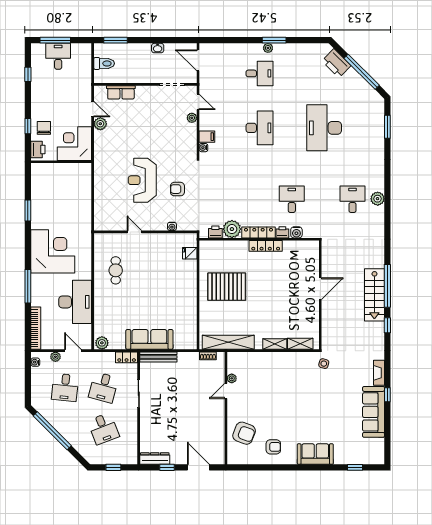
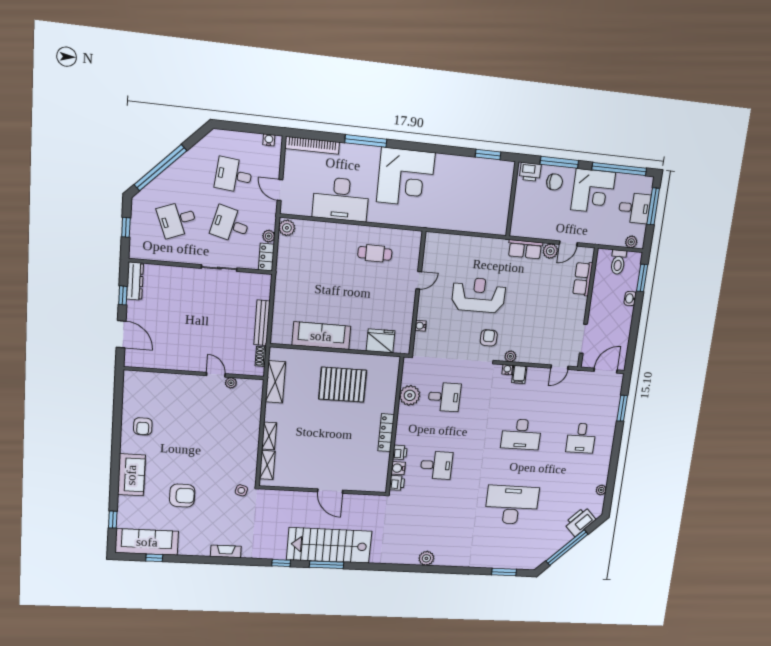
window: (274, 40) -> (622, 408), moved
washbasin: (158, 48) -> (630, 298), moved
plant: (268, 48) -> (601, 490), moved
plant: (86, 55) -> (631, 242), added
window: (28, 74) -> (619, 169), width x3.17
plant: (192, 118) -> (510, 356), moved
window: (28, 126) -> (559, 162), width x2.17
corner desk: (74, 144) -> (593, 191), moved, turned 90
row of seats: (101, 145) -> (525, 249), added
armchair: (177, 189) -> (489, 338), moved
desk: (352, 199) -> (444, 397), moved
window: (28, 210) -> (488, 154), moved
printer: (215, 232) -> (397, 483), moved
locker: (258, 232) -> (403, 425), removed
fridge: (190, 253) -> (381, 341), width x1.88, depth x1.34
window: (387, 286) -> (327, 565), width x0.68
pallet: (227, 287) -> (343, 385), turned 90
stairs: (374, 295) -> (329, 545), width x1.36, depth x1.51
sofa: (149, 339) -> (321, 336), moved, turned -90
shelving: (228, 342) -> (275, 382), width x0.68
door: (73, 351) -> (280, 190), swing flipped
plant: (55, 357) -> (269, 236), moved
bench: (158, 357) -> (262, 323), moved
window: (387, 395) -> (154, 558), moved
sofa: (374, 412) -> (147, 542), moved
window: (52, 431) -> (160, 168), moved
armchair: (244, 433) -> (182, 496), moved, turned -111
door: (198, 467) -> (121, 334), hinge flipped

